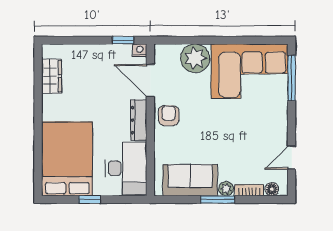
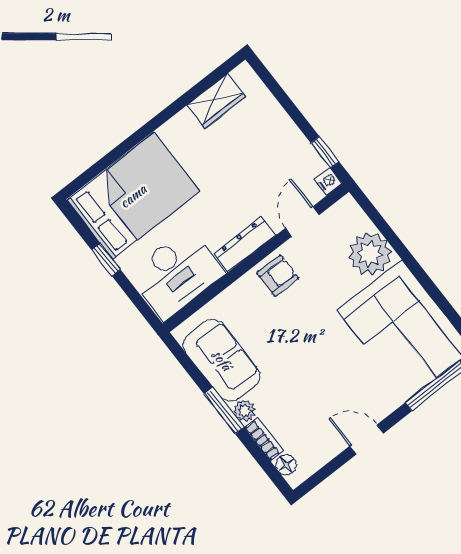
door: (150, 81) -> (302, 221), width x0.73
door: (292, 158) -> (366, 440), moved

